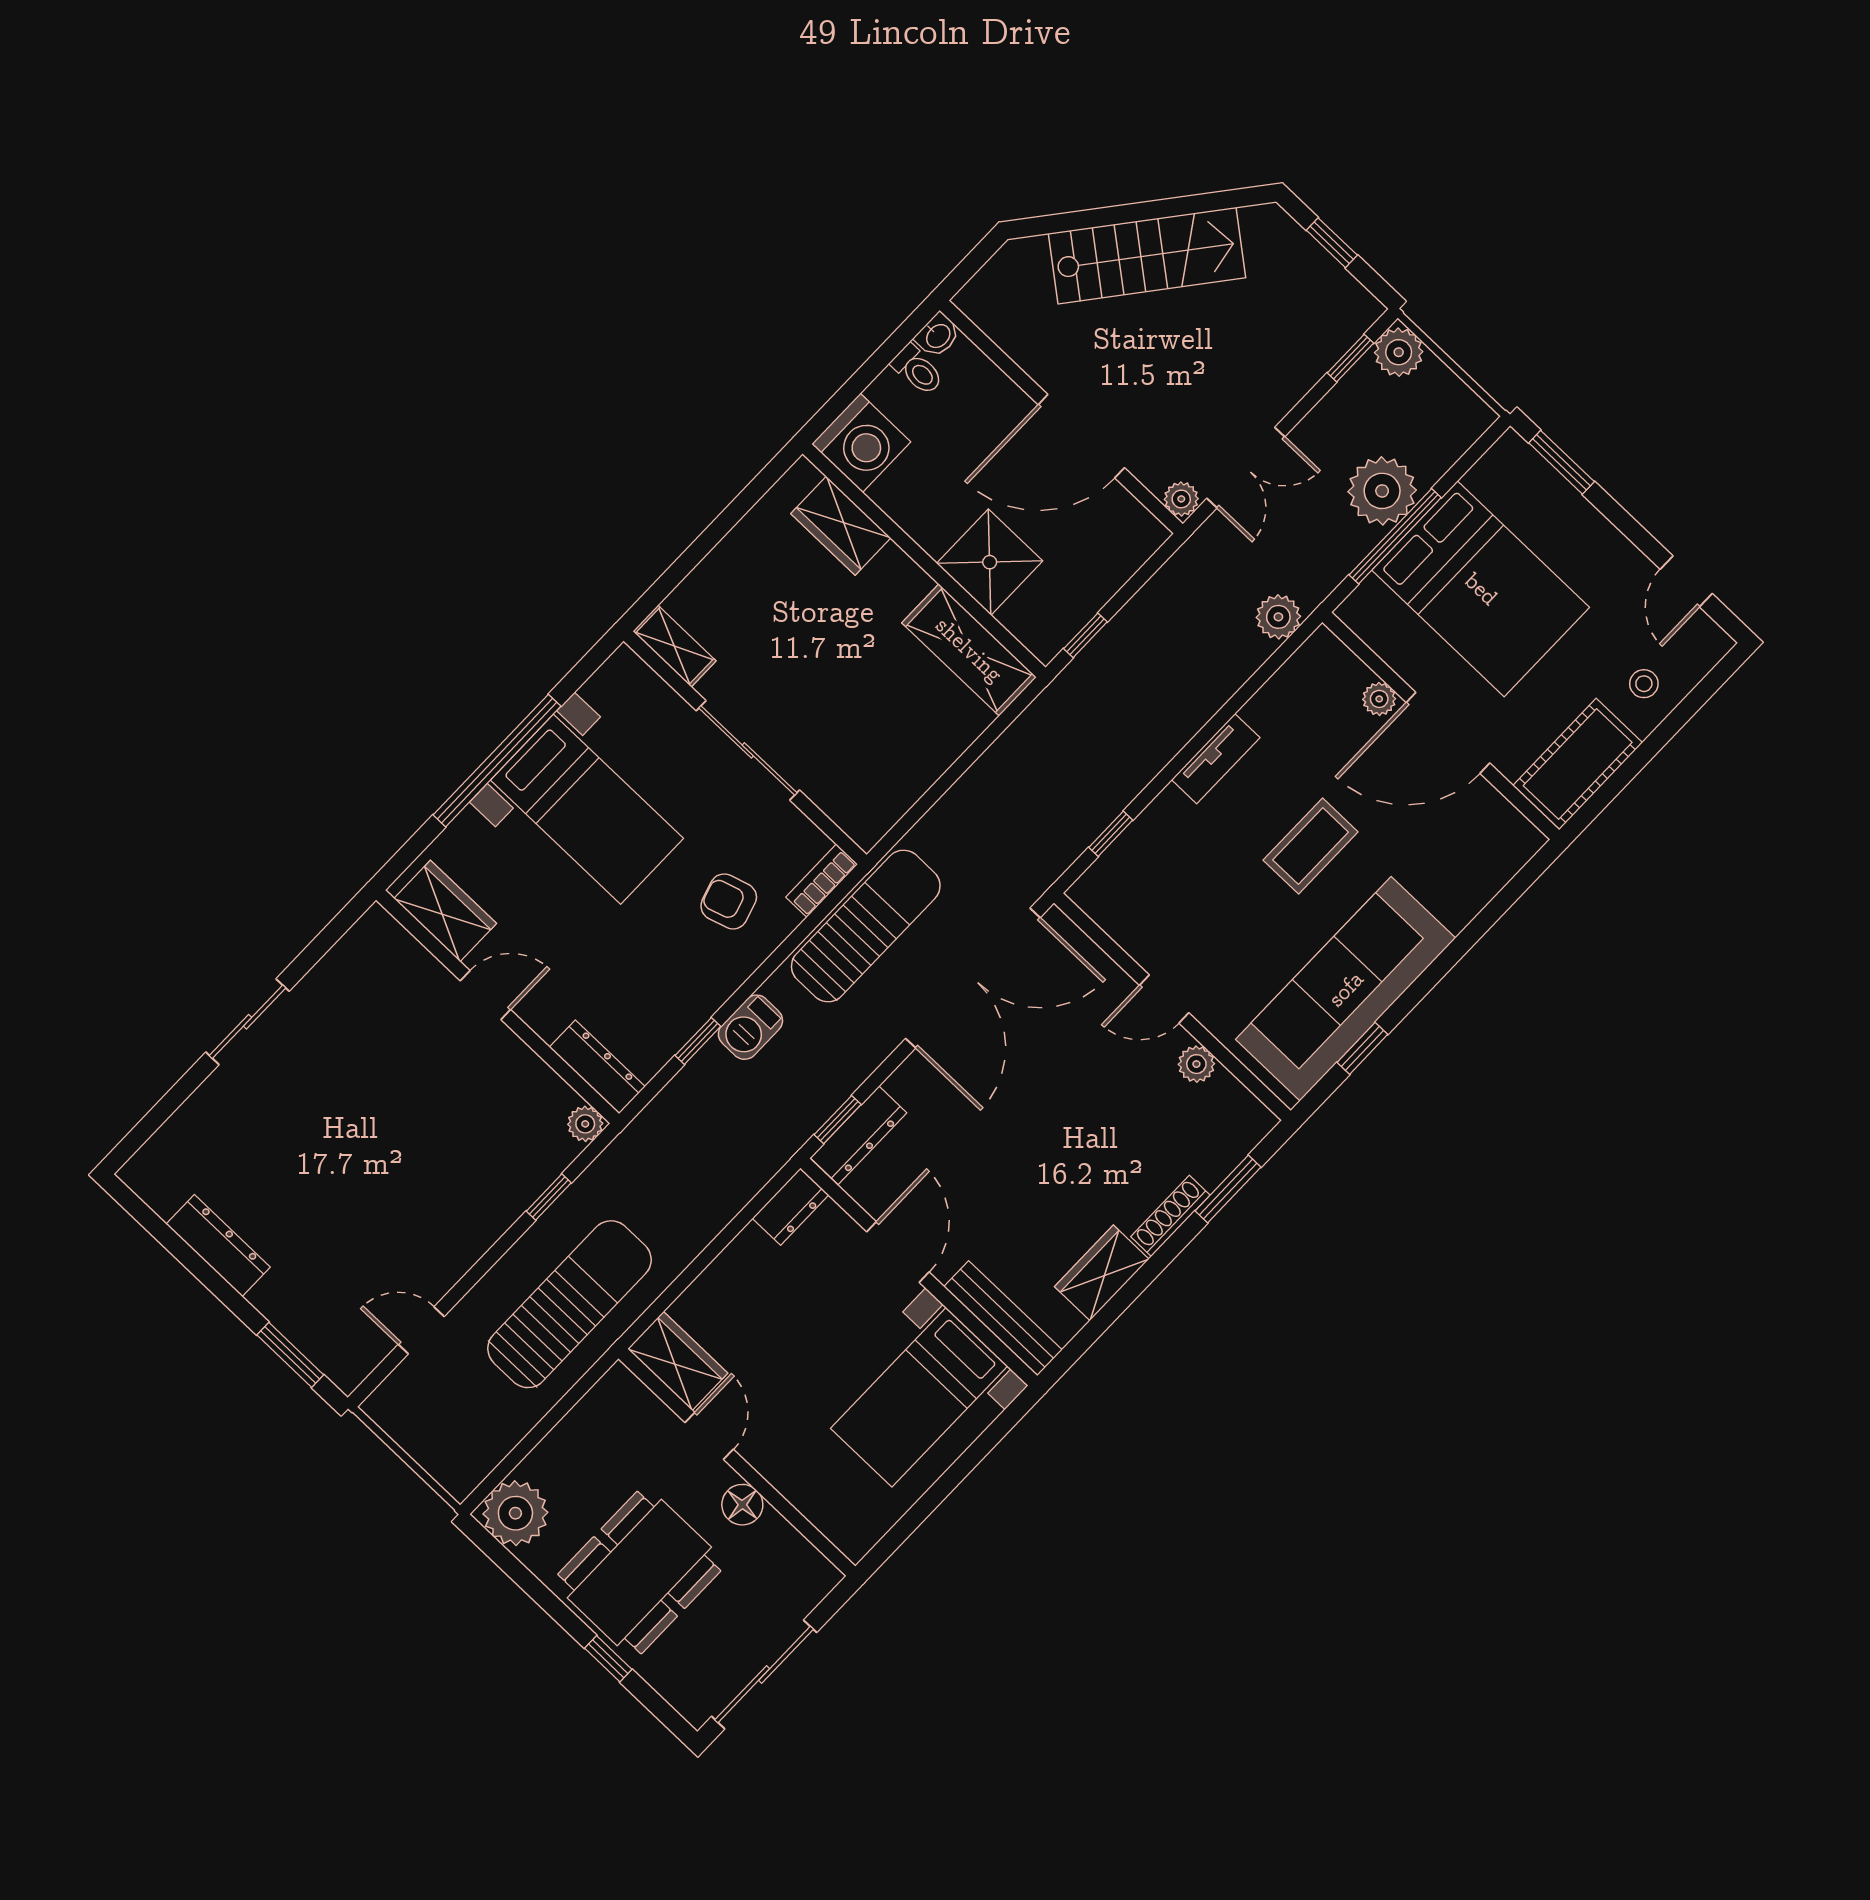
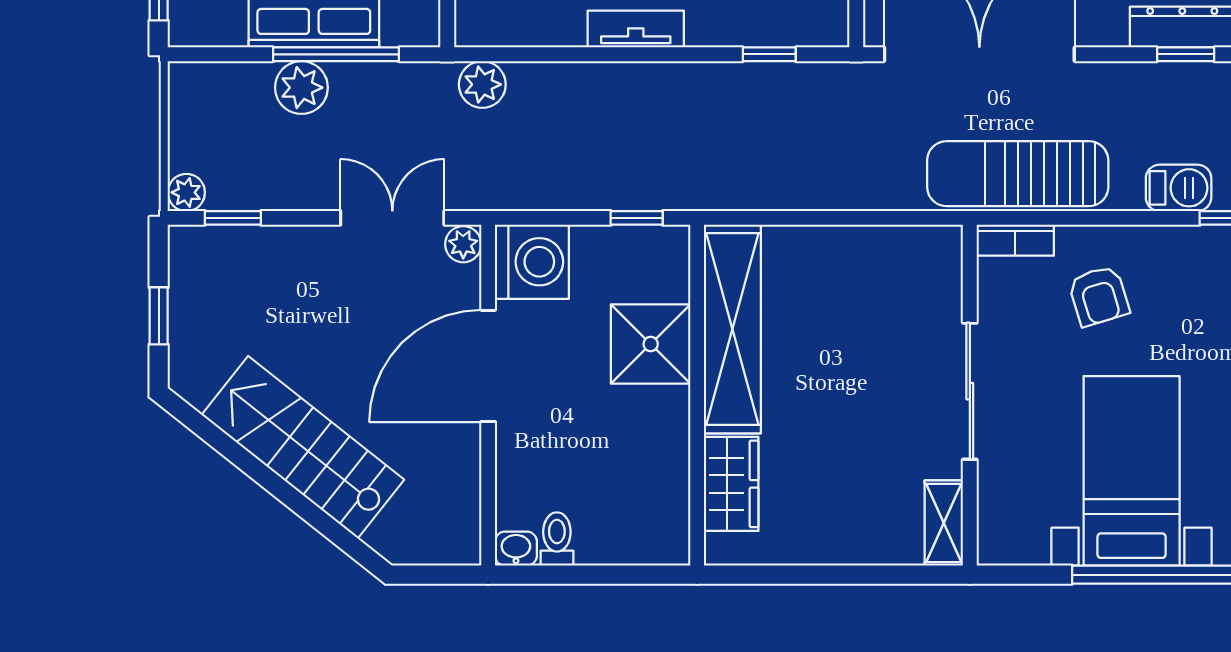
plant: (1399, 352) -> (186, 192), width x0.73, depth x0.73
door: (1081, 436) -> (488, 366), swing flipped
washing machine: (861, 443) -> (532, 262), moved, turned 90
plant: (1382, 491) -> (301, 88), width x0.73, depth x0.73
shelving: (969, 650) -> (732, 329), width x1.47

